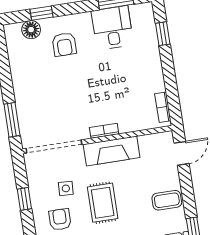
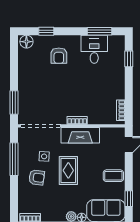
floor lamp: (31, 30) -> (26, 42), moved
window: (24, 199) -> (14, 159), width x2.17
armchair: (60, 219) -> (37, 177), turned 98

